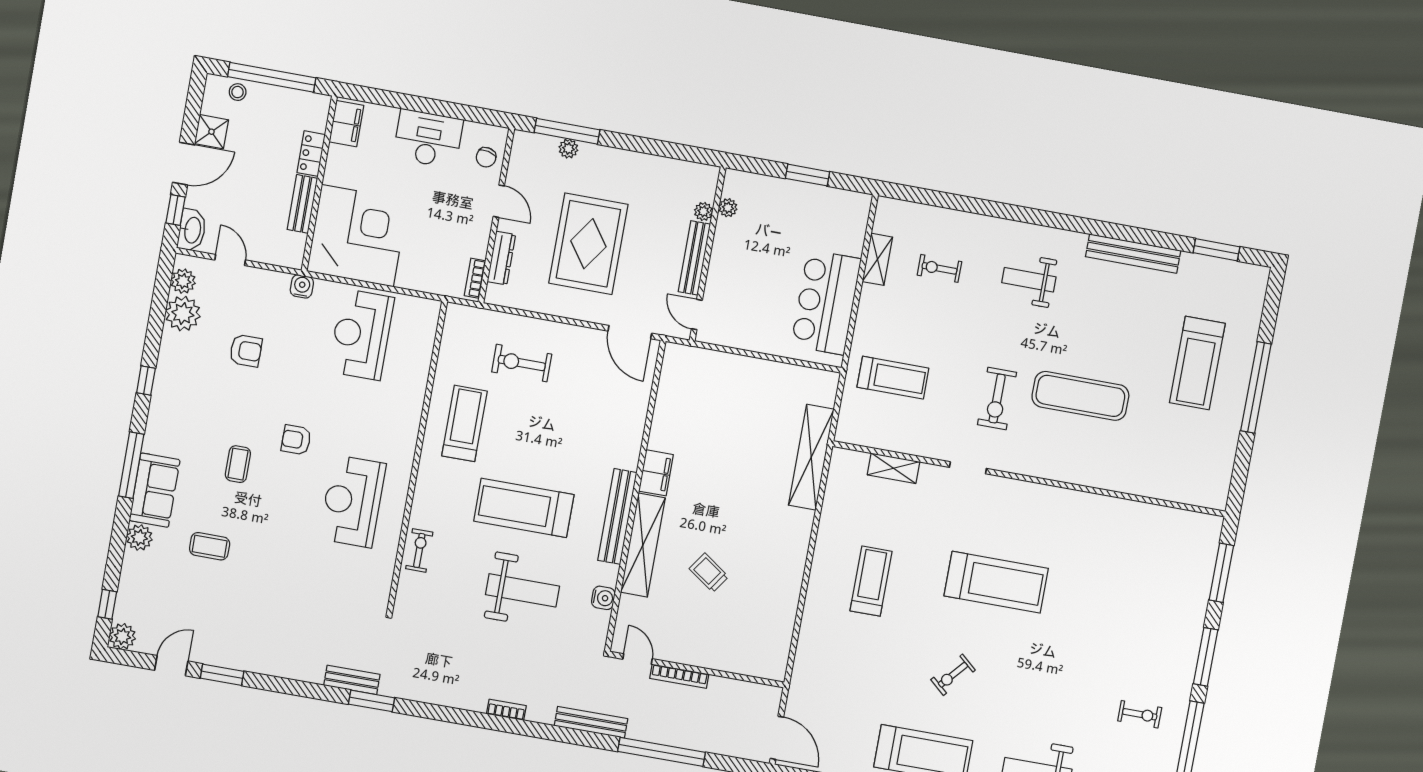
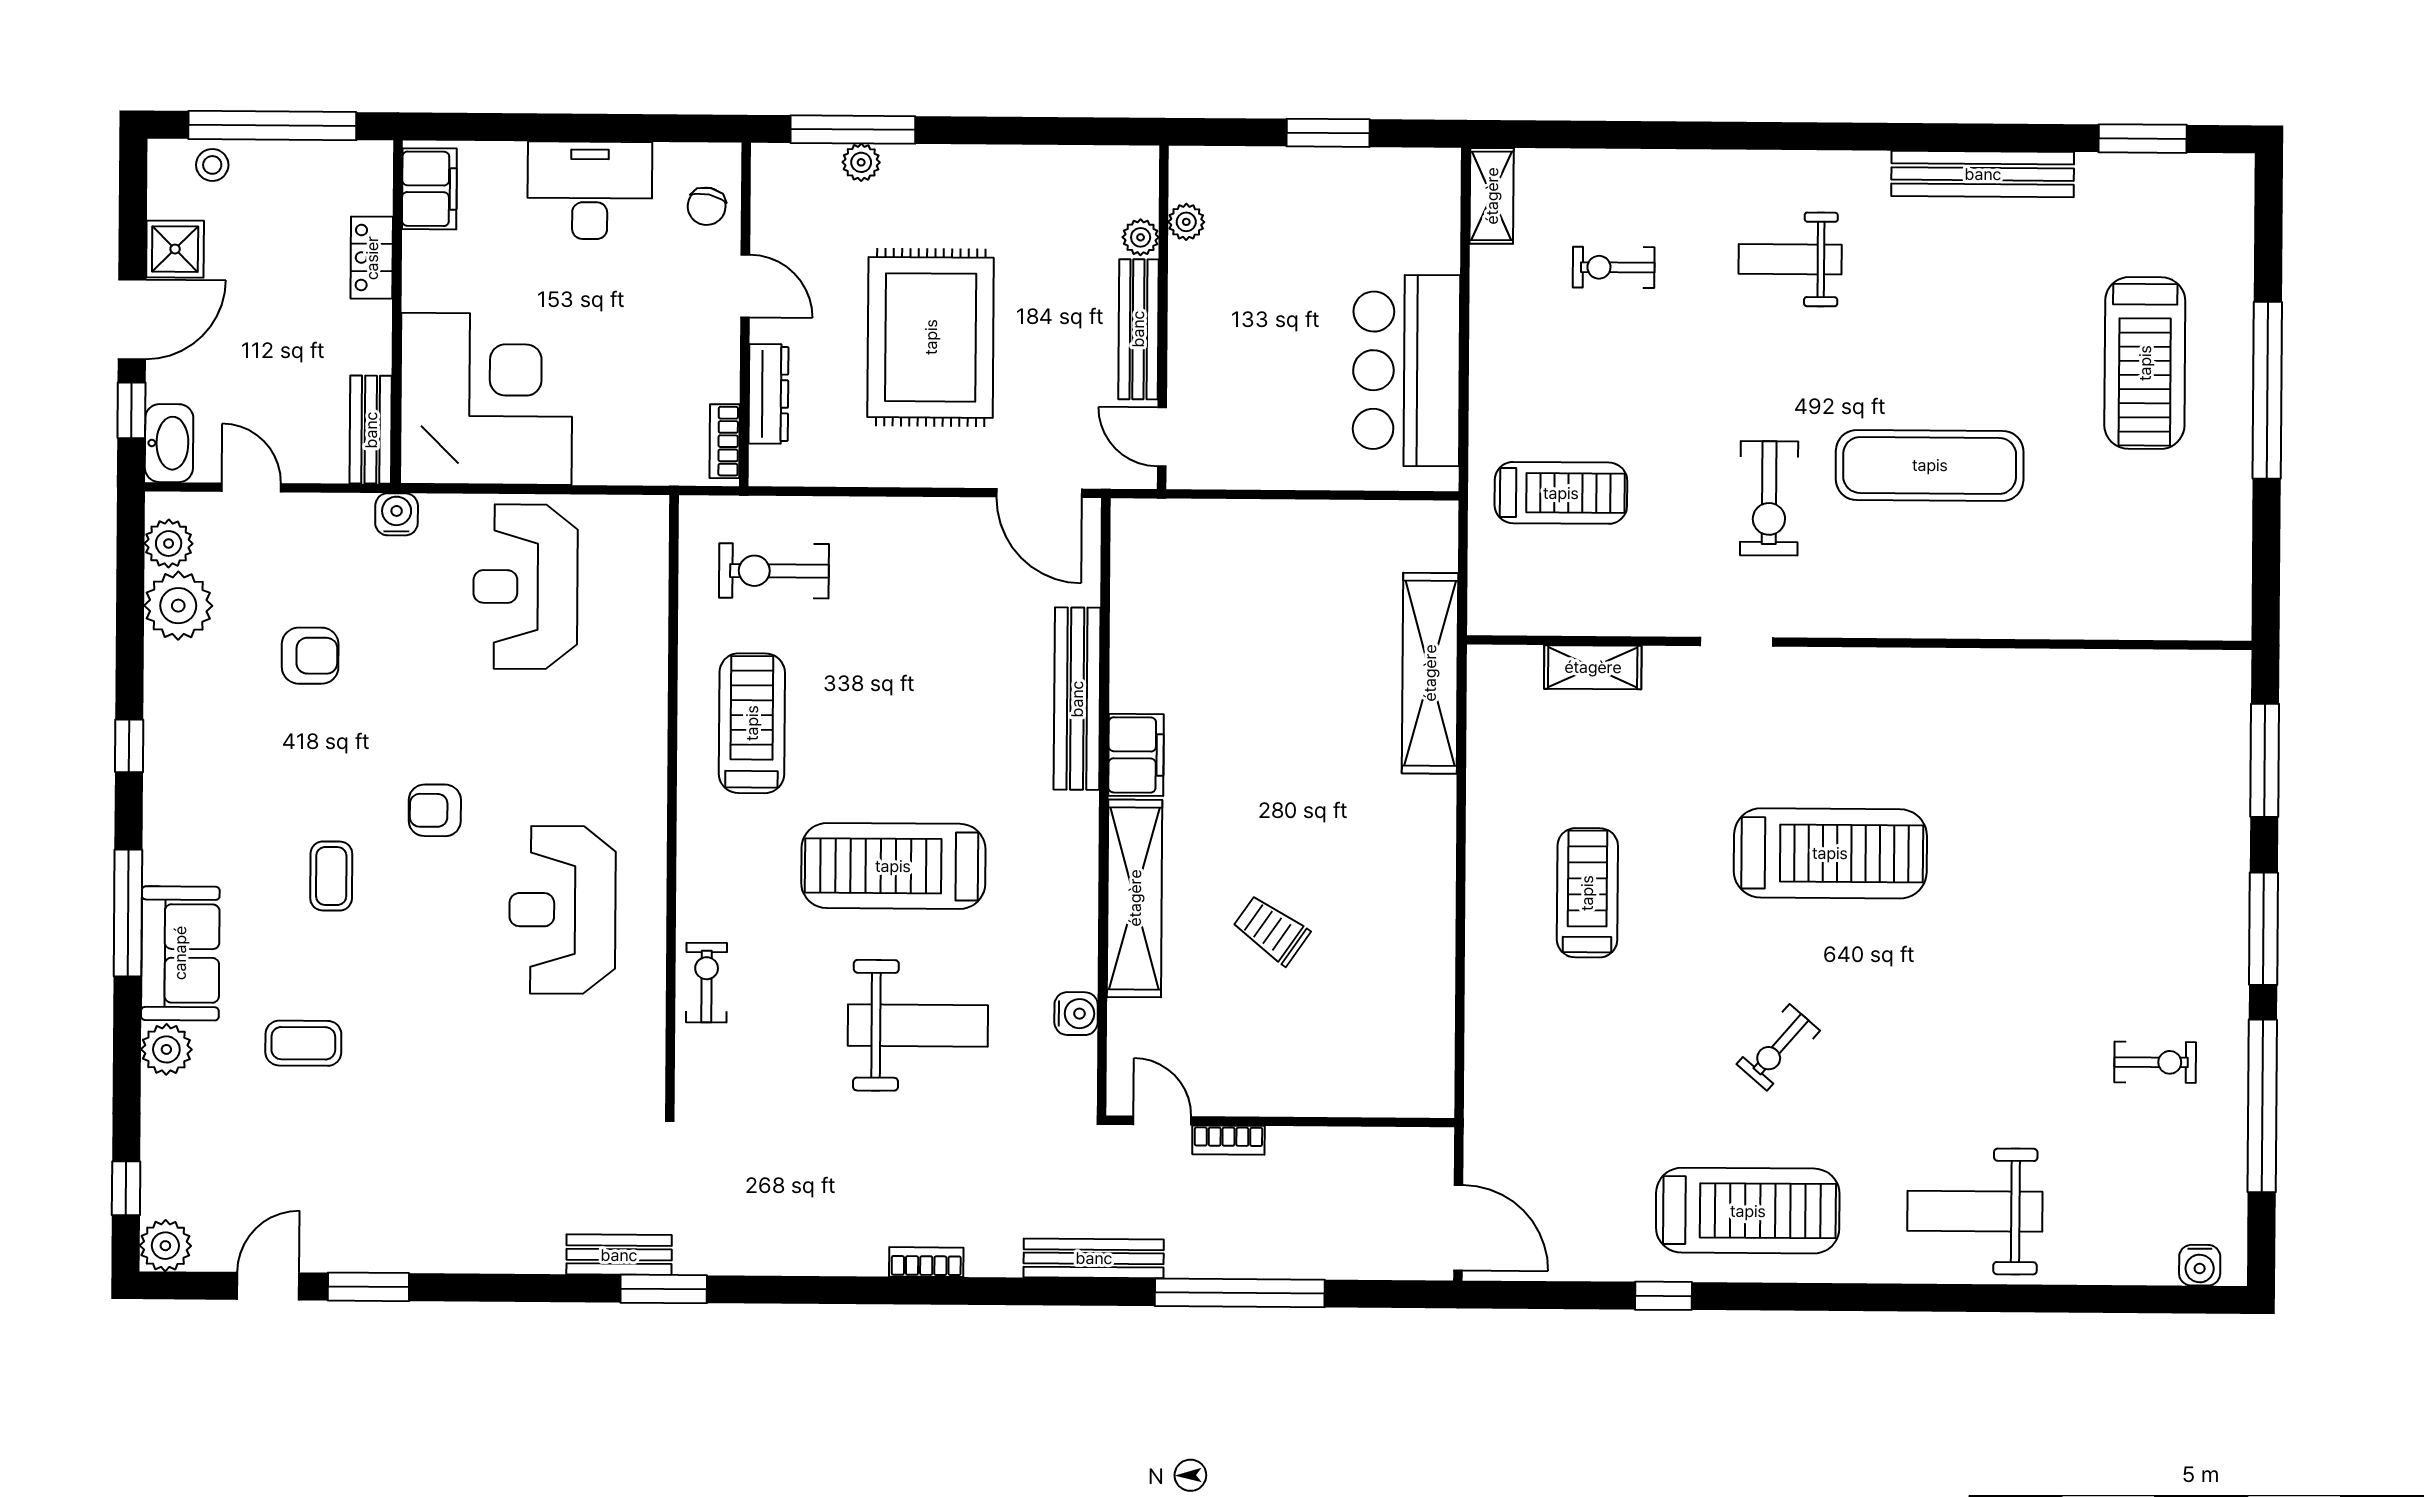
bench: (302, 204) -> (371, 430), moved
shelving: (877, 259) -> (1492, 196), moved
exercise bike: (522, 363) -> (774, 571), moved
bench: (617, 516) -> (1077, 699), moved
bookcase: (679, 676) -> (1228, 1140), width x0.64

